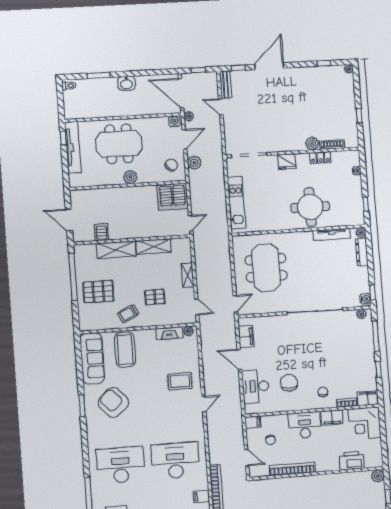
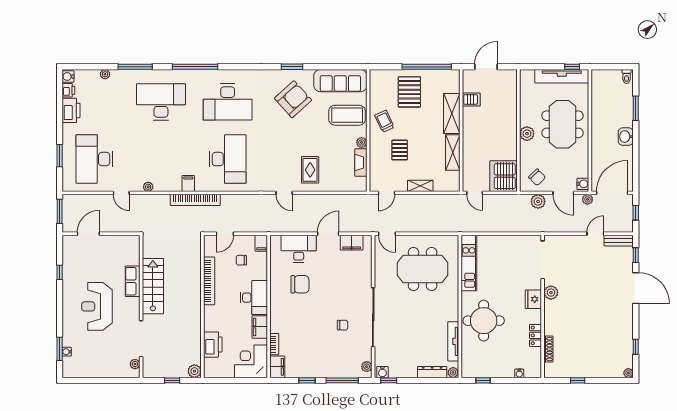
plant: (312, 143) -> (551, 293), moved
kitchen unit: (236, 203) -> (469, 263), moved, turned -90
plant: (188, 331) -> (362, 142), moved
chair: (323, 392) -> (343, 325), moved
desk: (120, 465) -> (228, 102), turned 90

